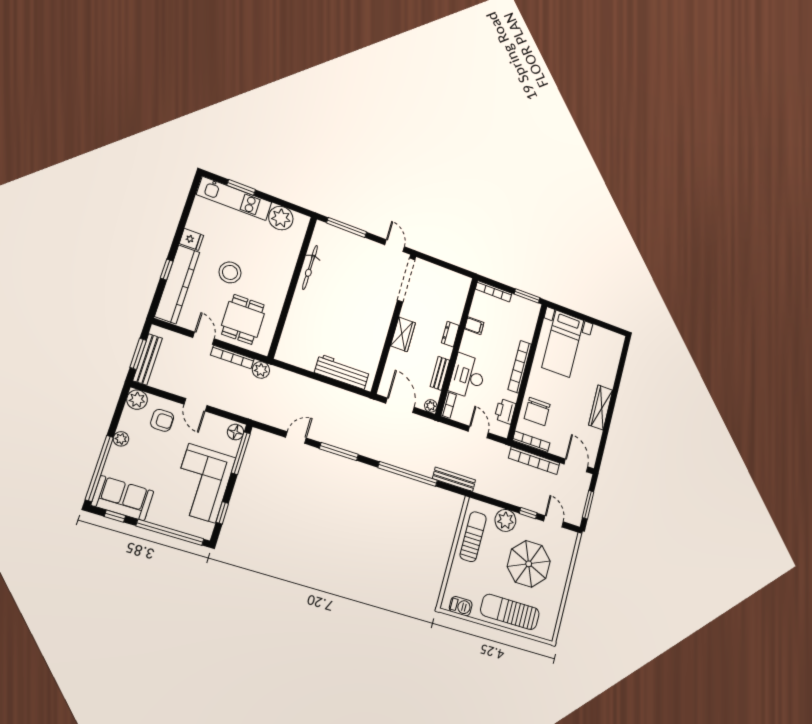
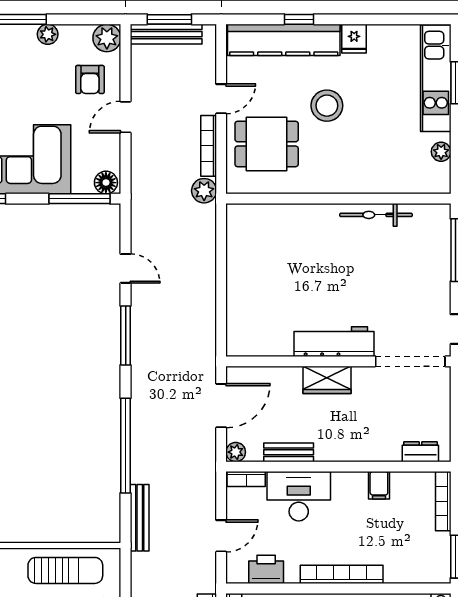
plant: (281, 218) -> (441, 152), width x0.53, depth x0.53
dresser: (450, 334) -> (420, 452), moved
workbench: (342, 372) -> (334, 342), moved, turned -90

